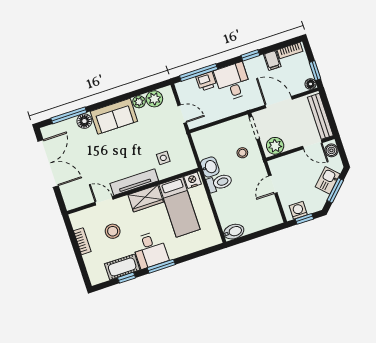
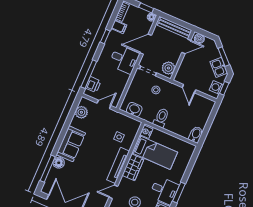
printer: (206, 81) -> (93, 85), moved
desk: (233, 82) -> (124, 59), moved, turned 180
plant: (139, 102) -> (75, 122), removed
washbasin: (210, 167) -> (134, 110), moved
kitchen sink: (328, 180) -> (219, 67), moved

